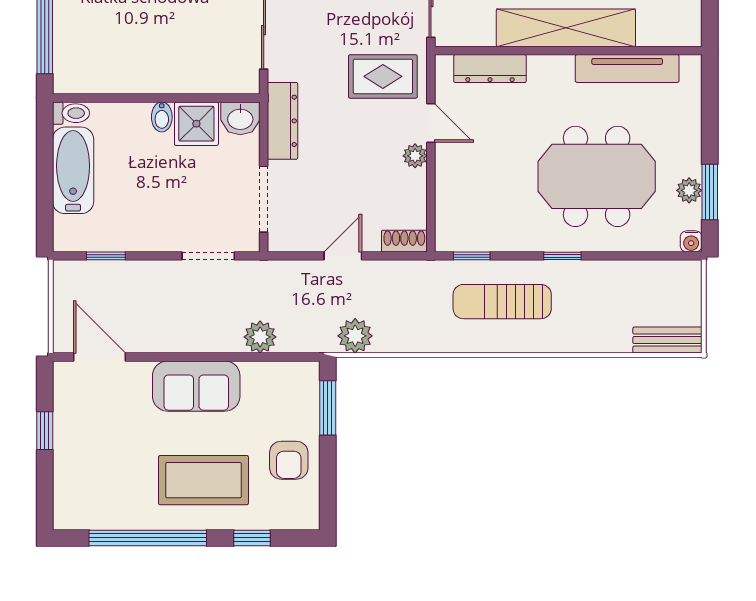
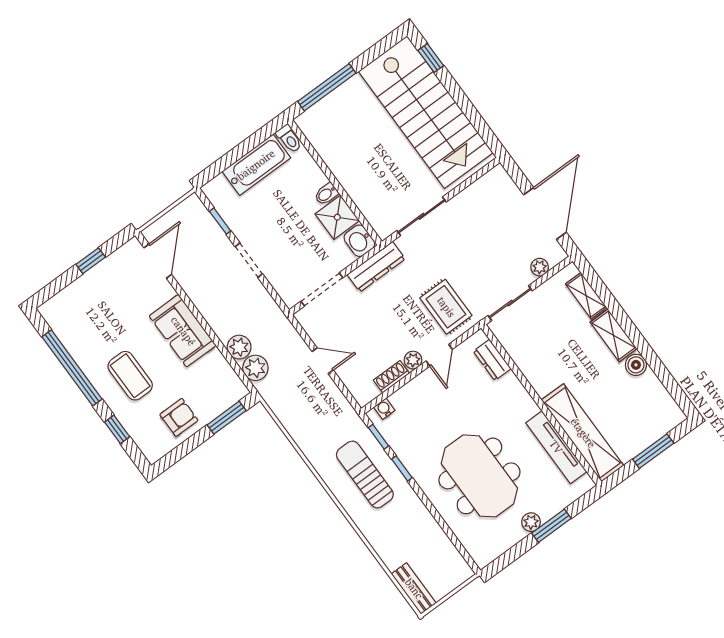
shelving: (566, 28) -> (583, 433), moved
dresser: (490, 69) -> (492, 360), width x0.70
plant: (689, 190) -> (531, 522), moved
window: (710, 192) -> (551, 526), moved
shoe rack: (404, 241) -> (391, 377), moved, turned -90
water cooler: (691, 241) -> (384, 409), moved, turned 90
doorway: (208, 256) -> (249, 260), moved
window: (562, 256) -> (402, 468), moved
plant: (355, 336) -> (255, 368), moved
armchair: (289, 460) -> (179, 417), turned 180
coffee table: (203, 480) -> (130, 376), width x0.73, depth x0.76

